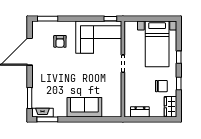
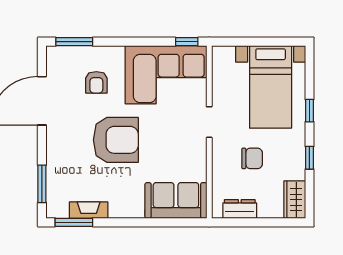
armchair: (71, 73) -> (116, 140), added
chair: (161, 86) -> (252, 158), moved
sofa: (84, 107) -> (176, 200), moved
fireplace: (43, 113) -> (89, 210), moved

